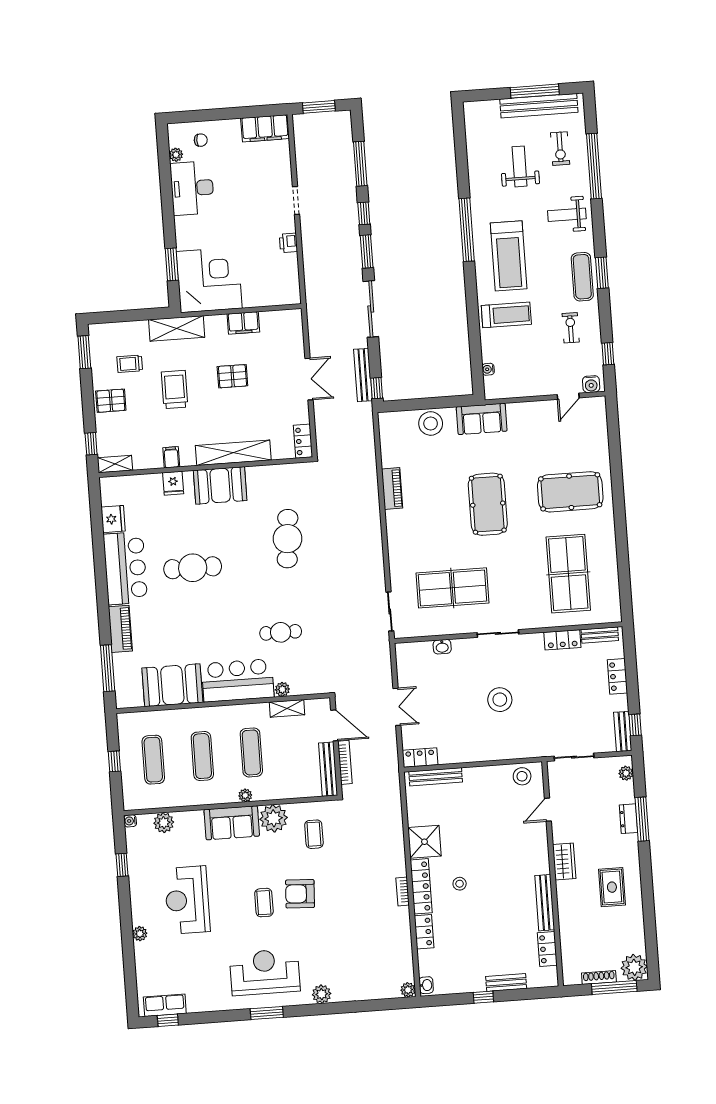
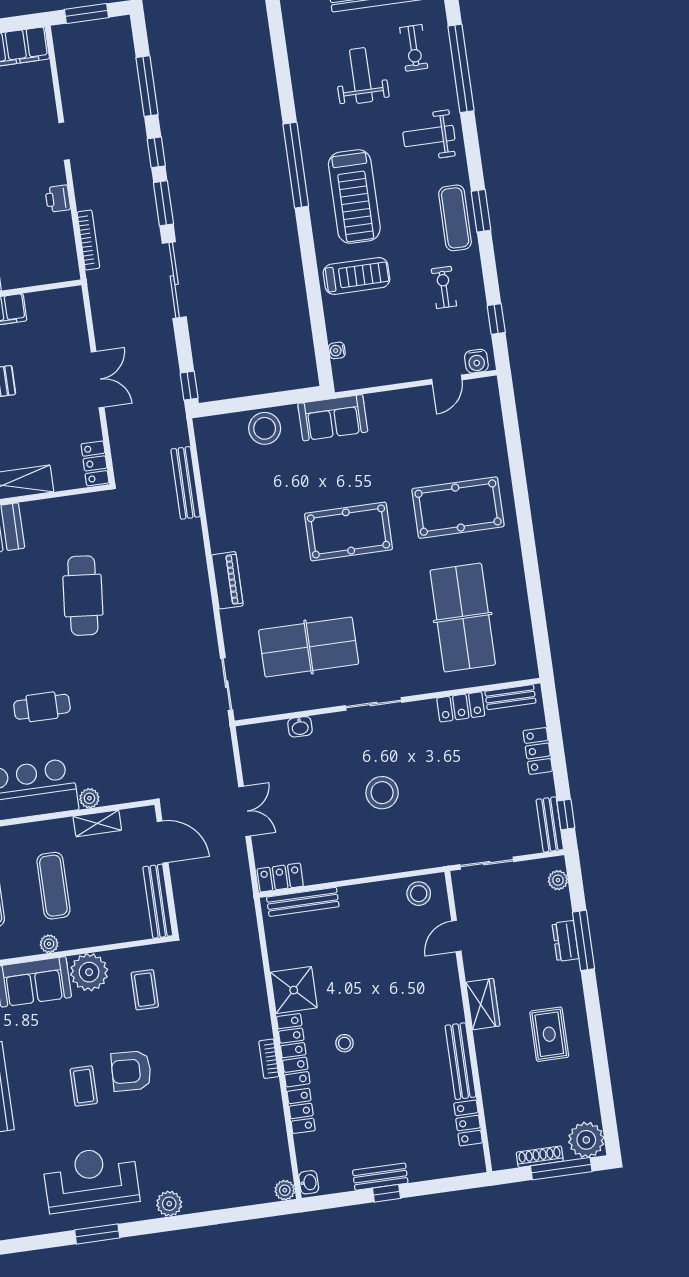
bench: (363, 375) -> (185, 483), moved
piano: (392, 488) -> (227, 580), moved
pool table: (488, 504) -> (348, 531), turned 90
cafe table: (281, 632) -> (42, 707), moved
bookcase: (345, 762) -> (88, 240), moved
bench: (506, 982) -> (380, 1177), moved

